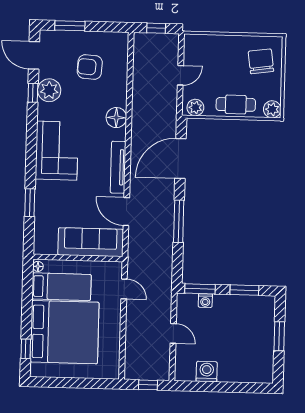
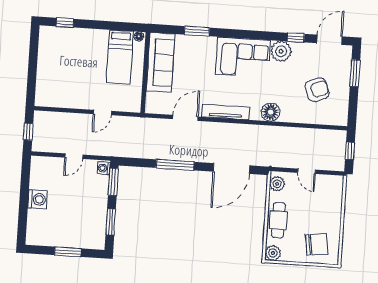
armchair: (90, 67) -> (317, 90), turned 66
plant: (49, 90) -> (281, 51), moved
door: (180, 159) -> (232, 169), swing flipped
sofa: (91, 242) -> (160, 62), moved
door: (124, 289) -> (102, 113), moved
washing machine: (205, 301) -> (104, 168), moved
bed: (65, 332) -> (79, 58), removed
washing machine: (207, 372) -> (37, 199), moved

